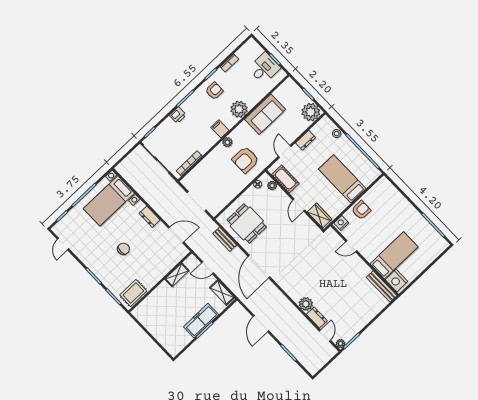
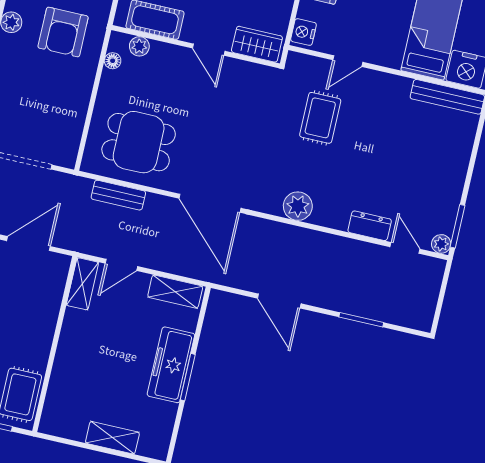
rug: (325, 262) -> (320, 118), added
shelving: (177, 275) -> (82, 284), moved
plant: (306, 304) -> (298, 206), moved
shelving: (159, 334) -> (112, 438), added

